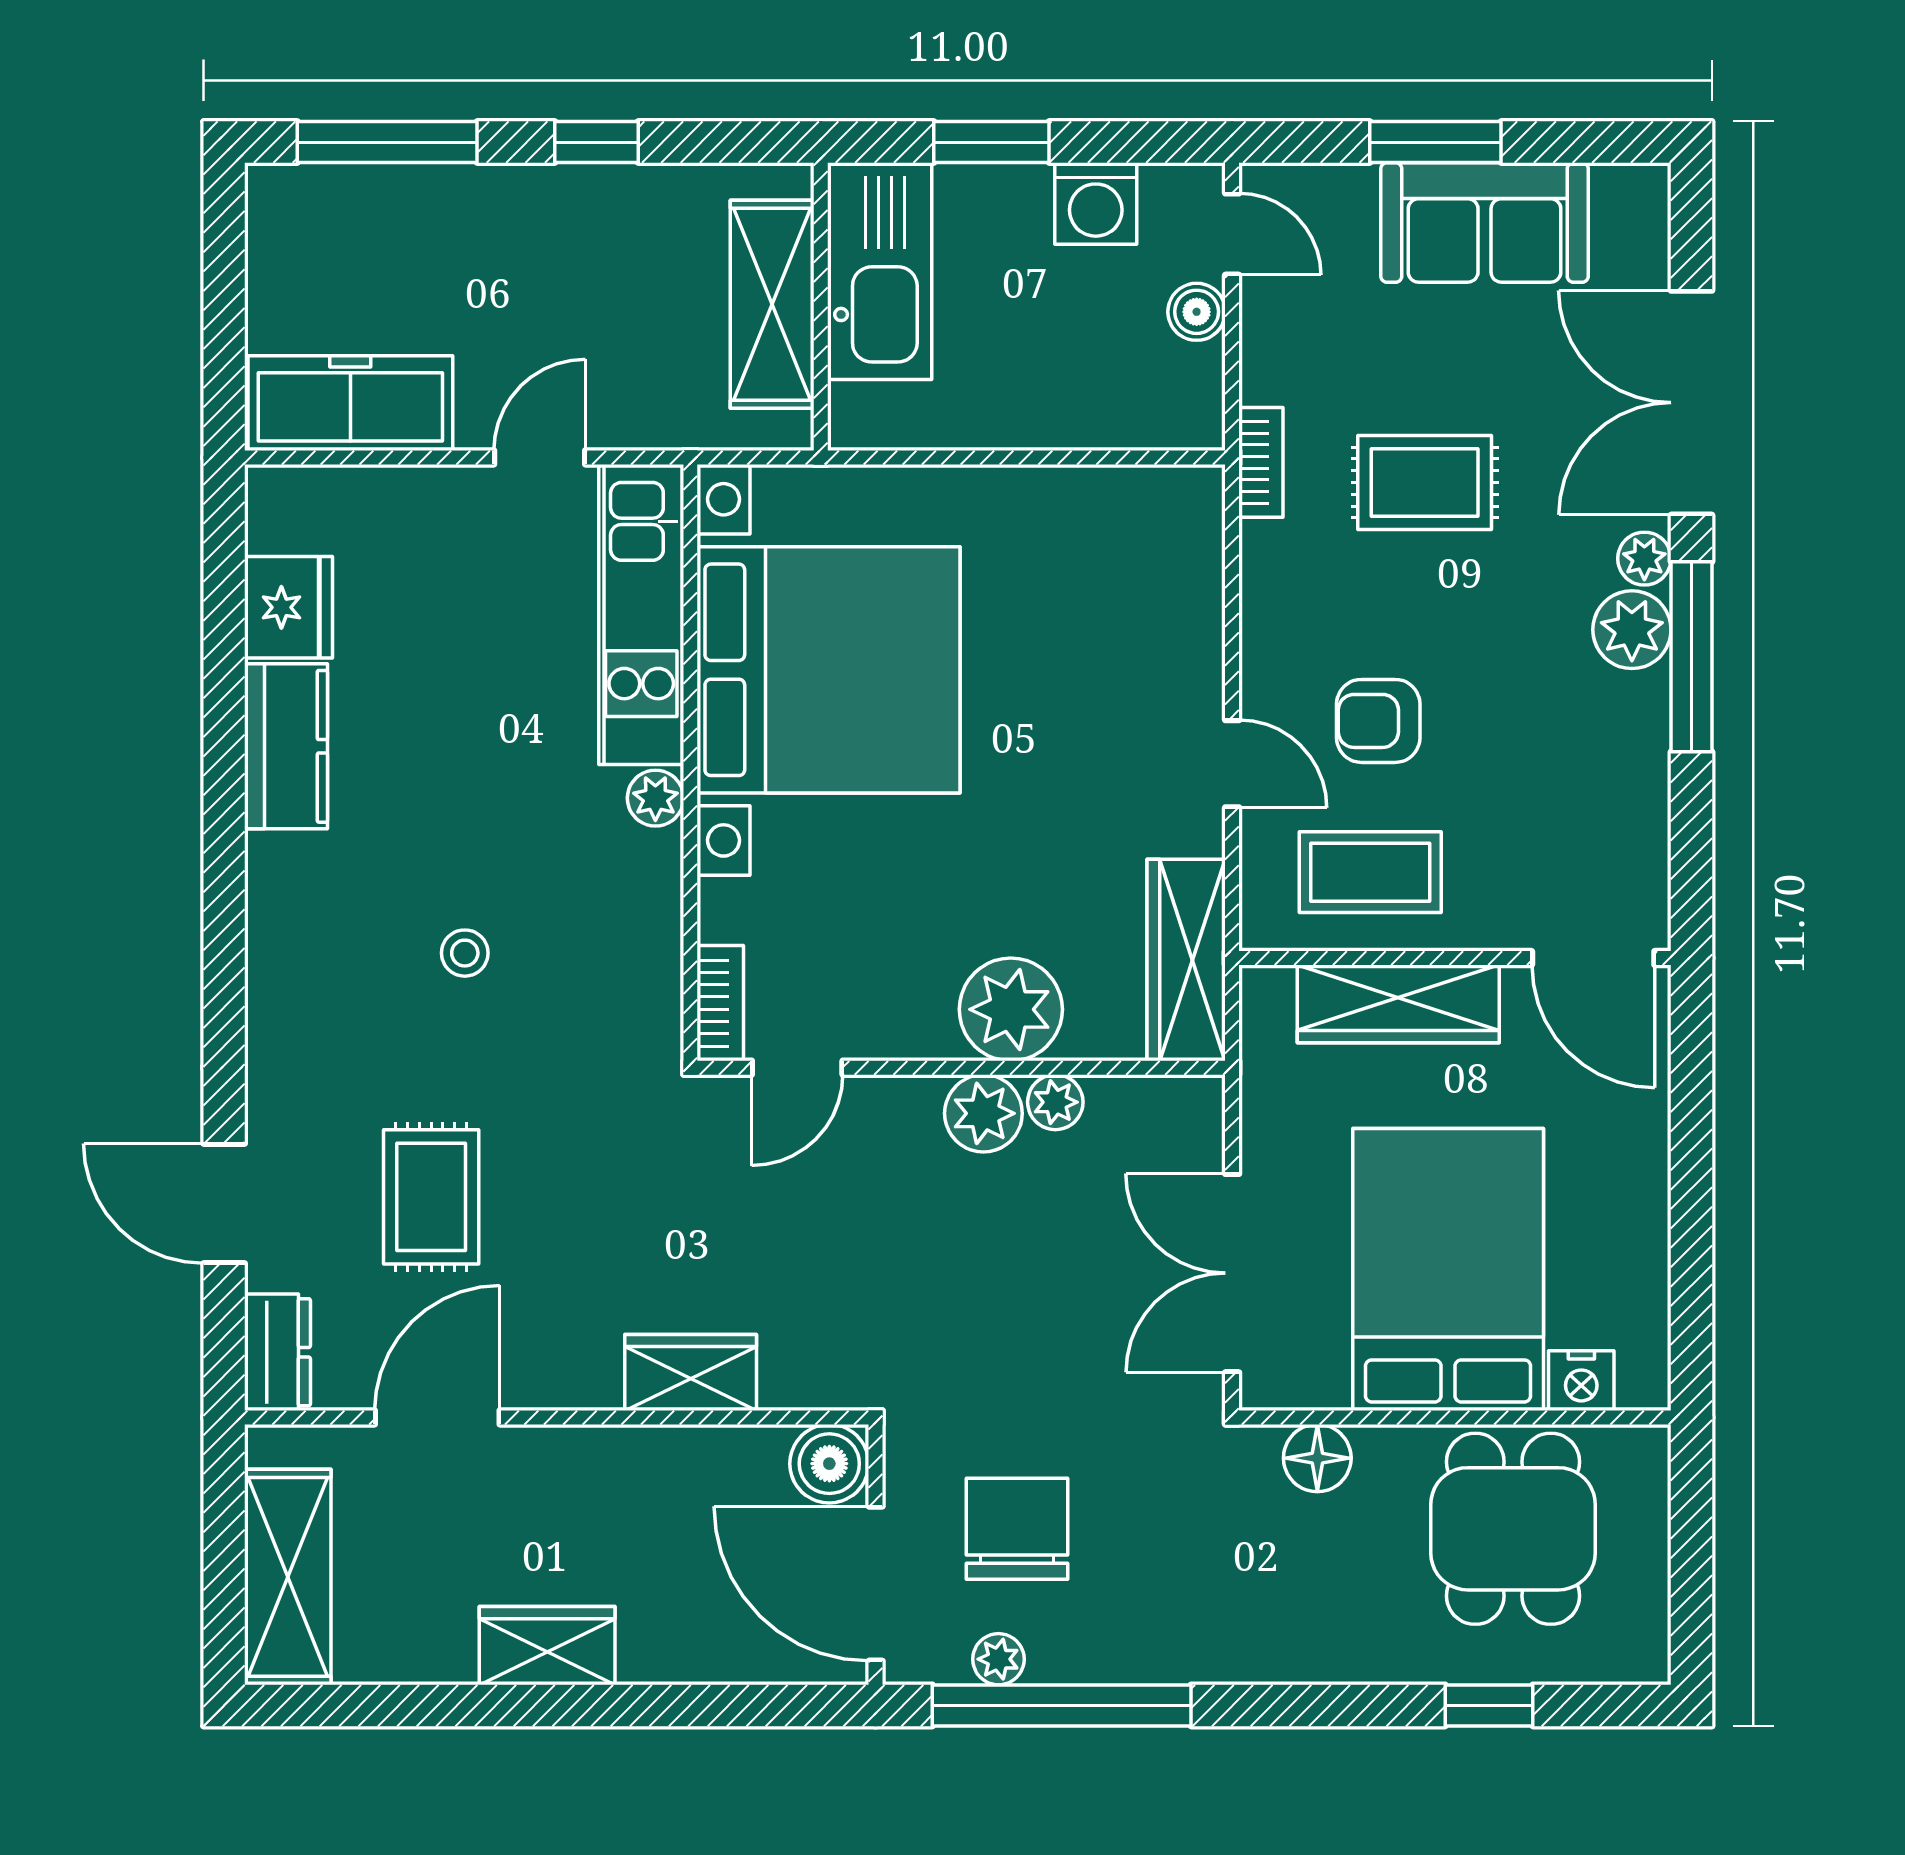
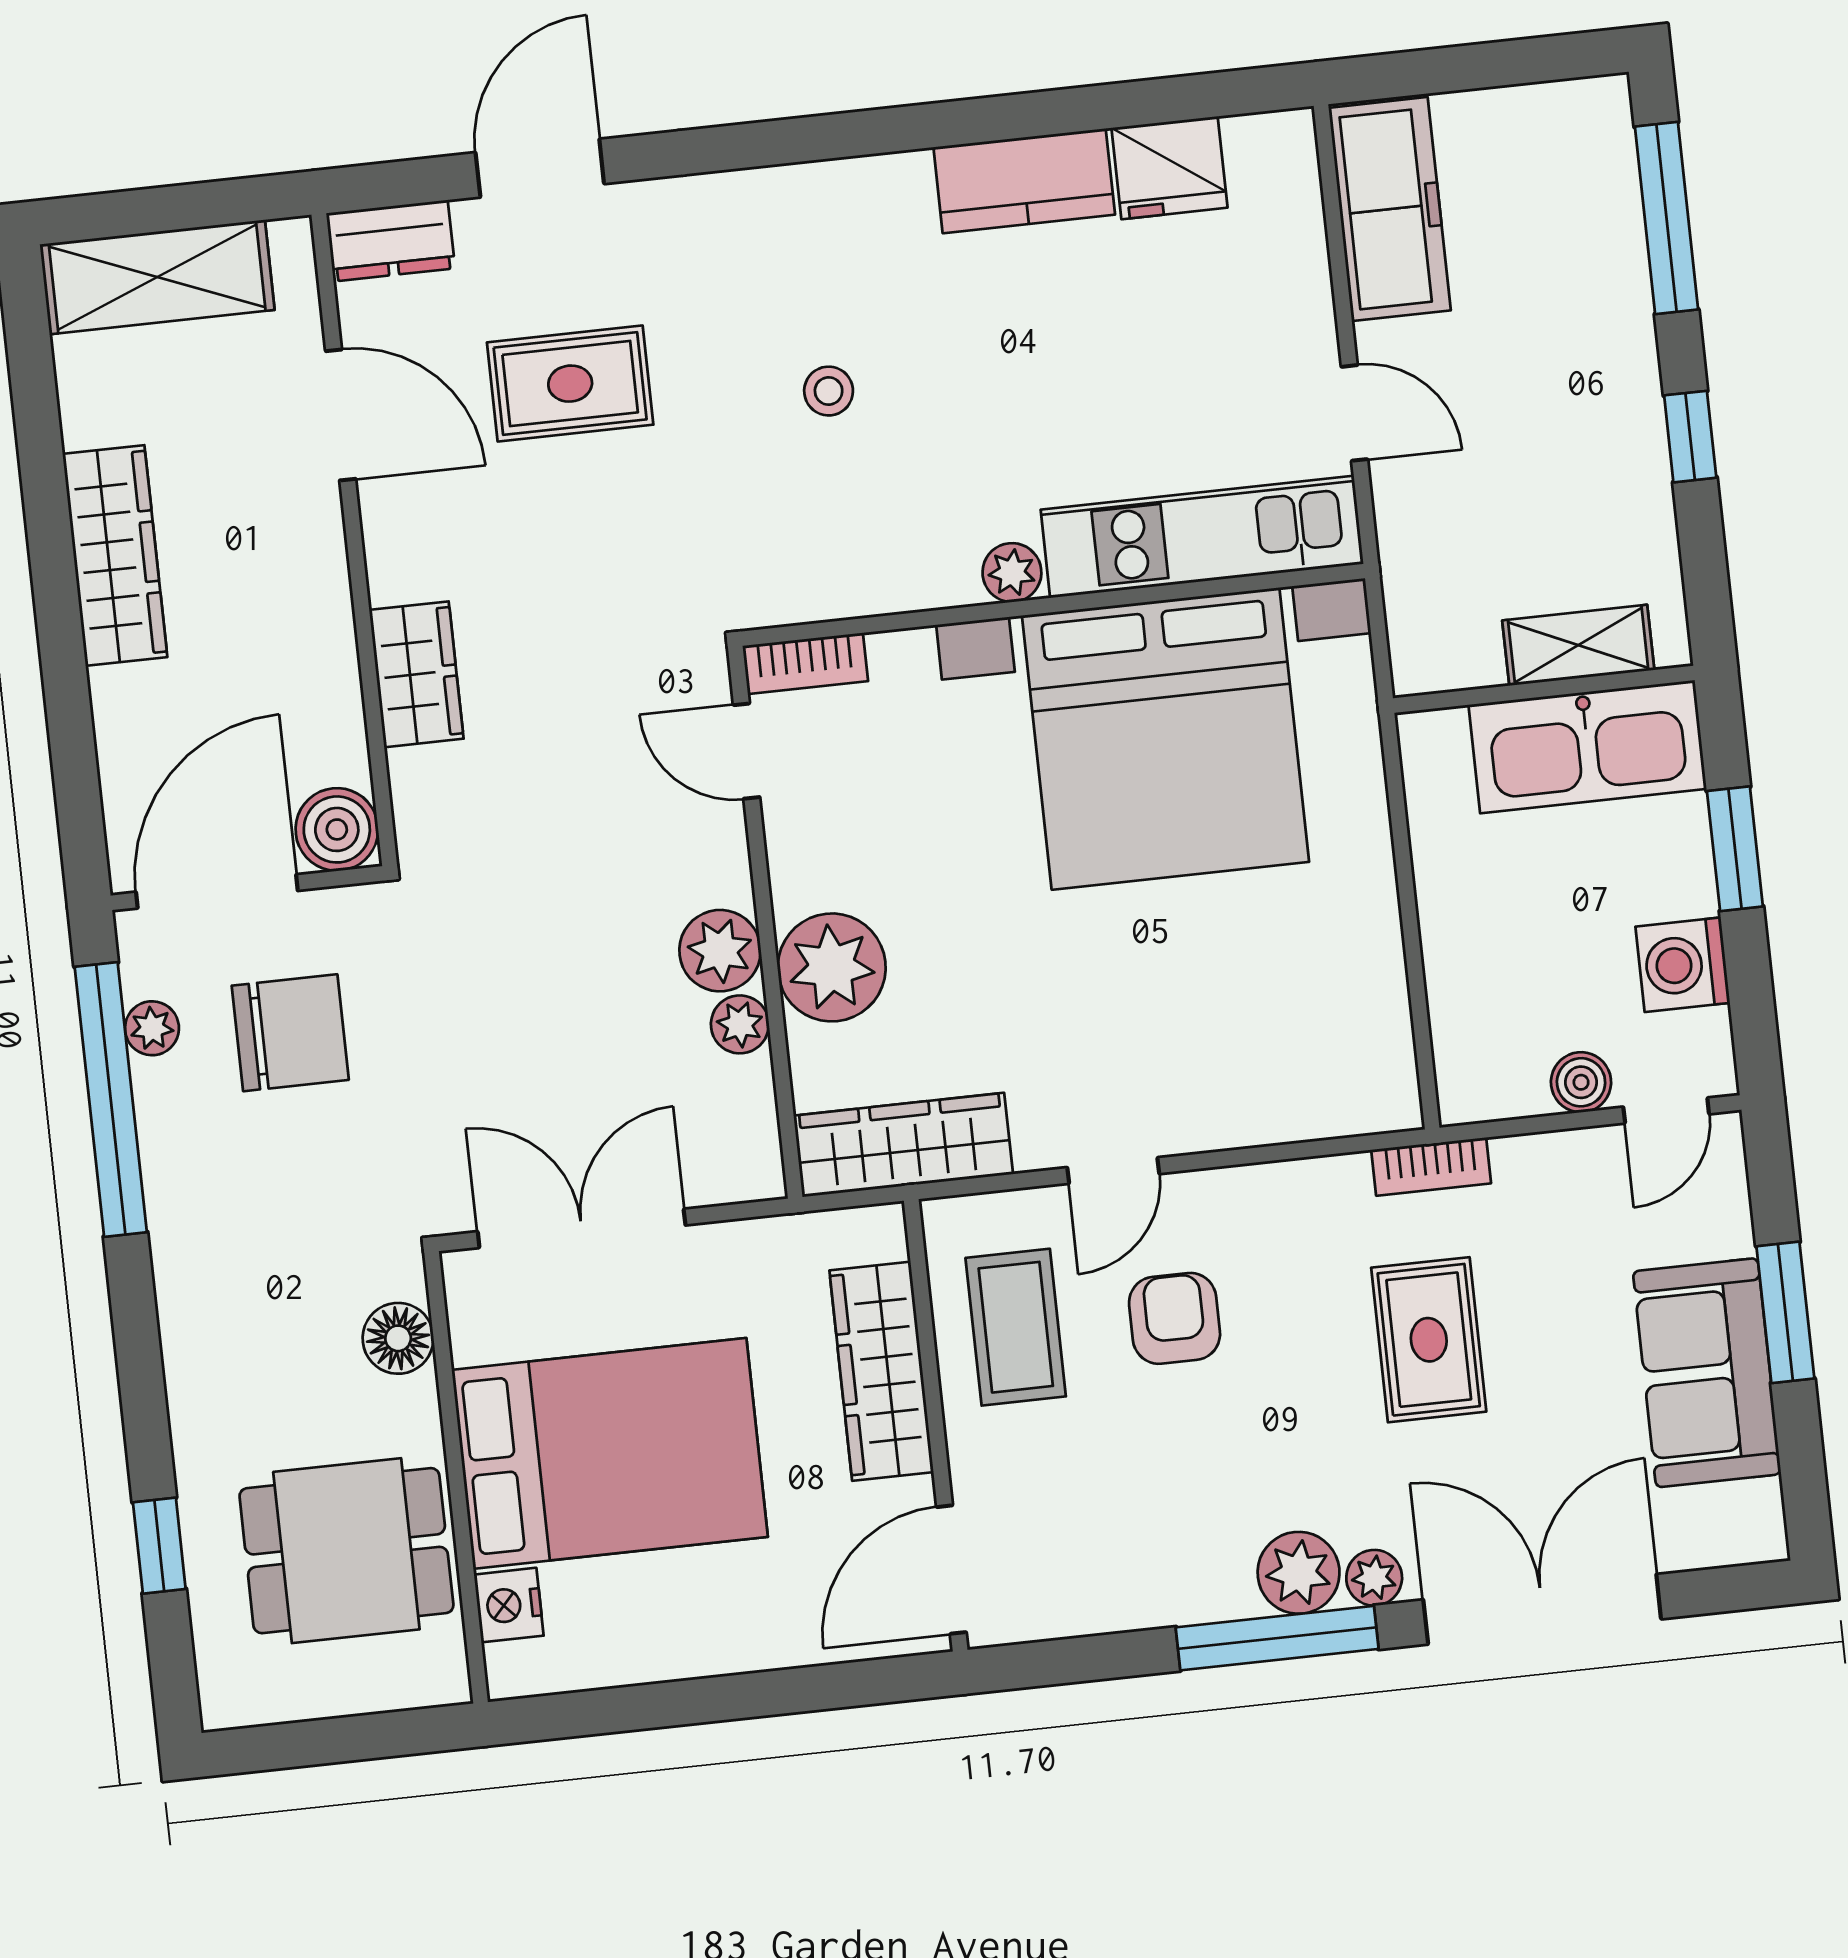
shelving: (772, 304) -> (1578, 645), width x0.67, depth x0.75
wardrobe: (547, 1646) -> (115, 556), width x1.50

